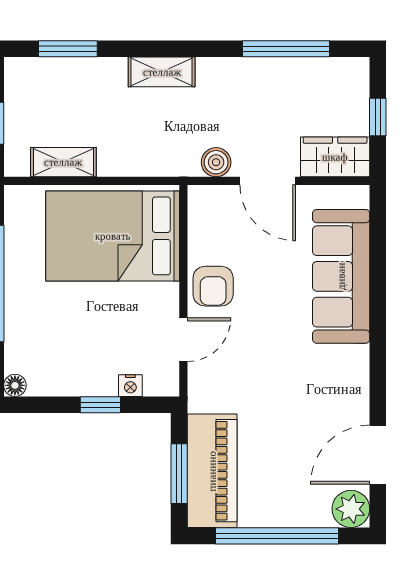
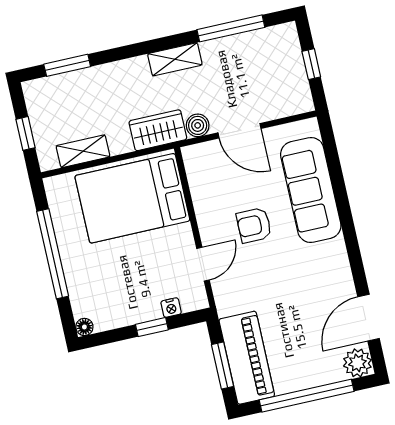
shelving: (162, 72) -> (175, 59), moved
wardrobe: (335, 157) -> (158, 130), moved
armchair: (213, 286) -> (254, 225), moved, turned 90

